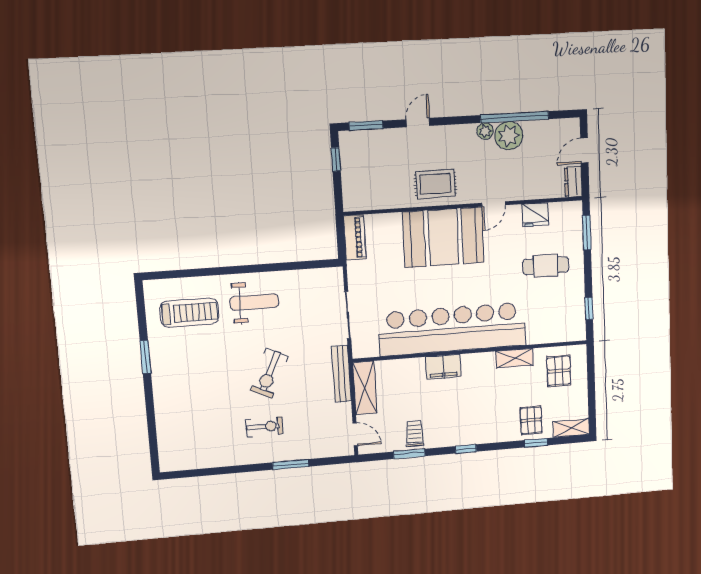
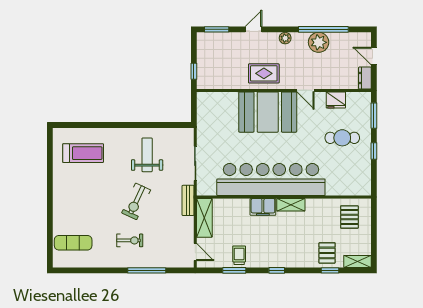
plant: (485, 131) -> (285, 38), moved
door: (584, 150) -> (374, 56), hinge flipped
window: (336, 159) -> (194, 71), moved
door: (494, 204) -> (306, 90), hinge flipped
piano: (355, 237) -> (204, 108), removed
weight bench: (254, 302) -> (147, 155), moved, turned -90
window: (589, 308) -> (374, 151), moved
window: (145, 357) -> (50, 182), removed
shelving: (514, 358) -> (291, 205), moved
bench: (341, 374) -> (188, 200), width x0.73
exercise mat: (186, 436) -> (73, 243), added
window: (291, 464) -> (147, 270), width x1.44

